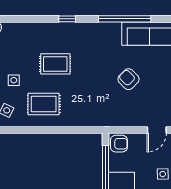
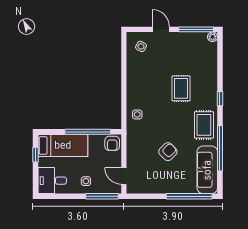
side table: (14, 80) -> (137, 114), moved
rug: (44, 104) -> (204, 125), moved

